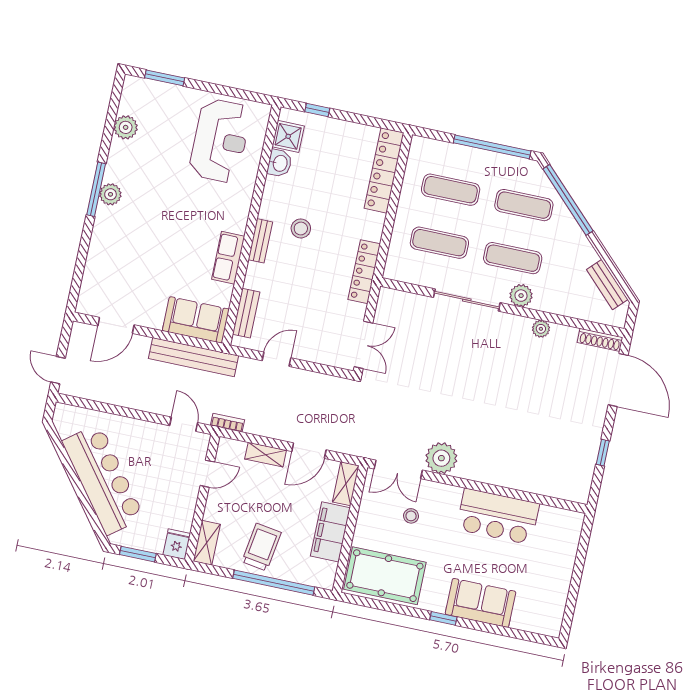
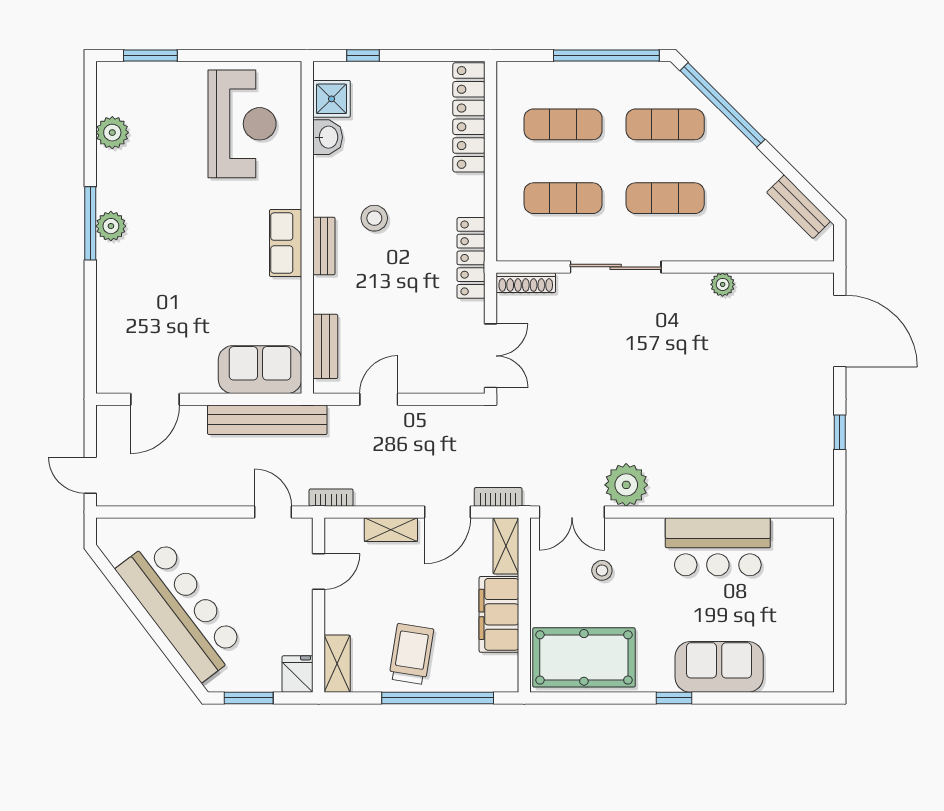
row of seats: (228, 258) -> (286, 243), moved
plant: (521, 296) -> (687, 246), removed
shoe rack: (600, 340) -> (526, 283), moved
bookcase: (348, 447) -> (498, 497), added

